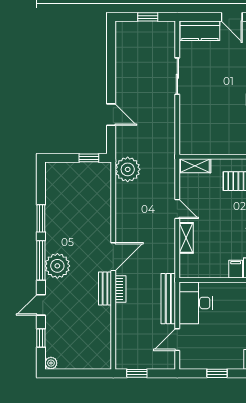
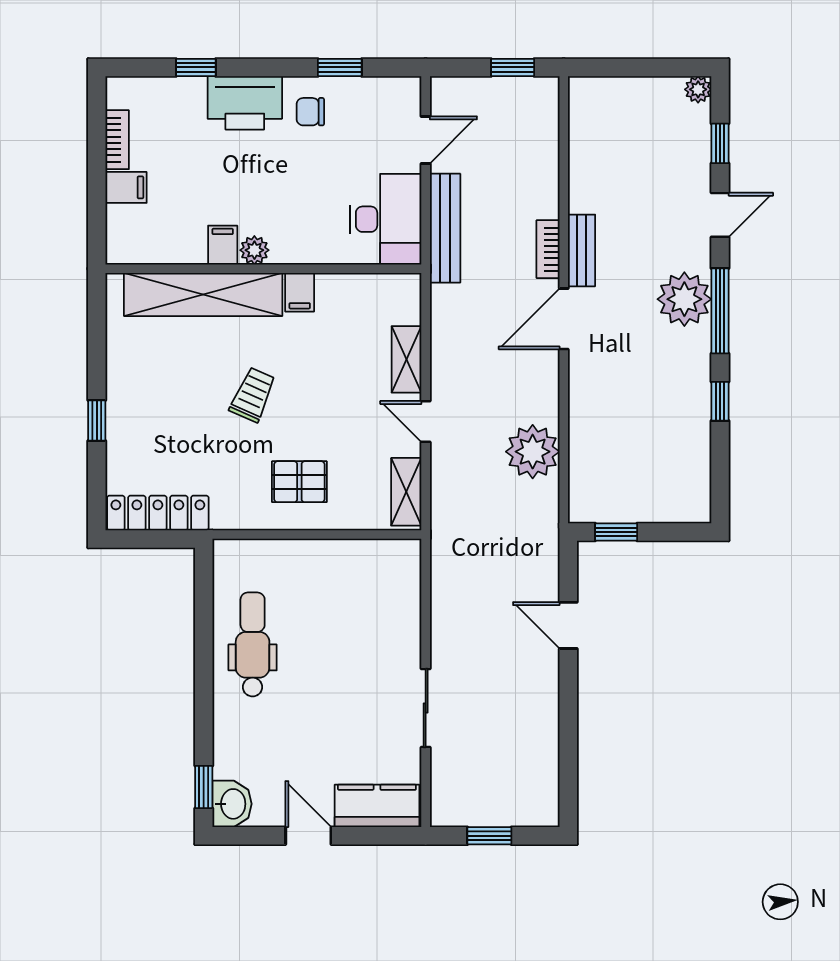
shelving: (195, 166) -> (406, 492), moved, turned 90
plant: (128, 169) -> (533, 452), moved
window: (41, 218) -> (720, 401), width x0.67
chair: (231, 353) -> (310, 112), added

